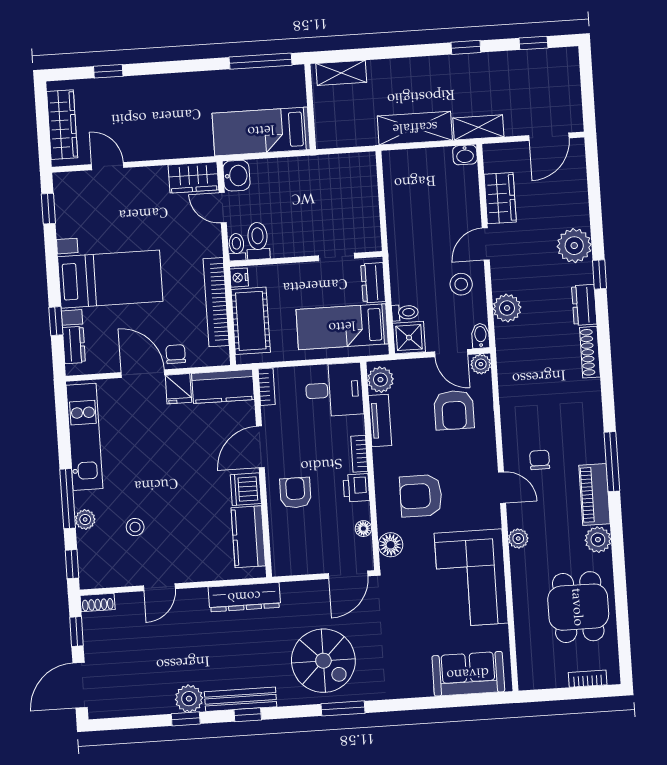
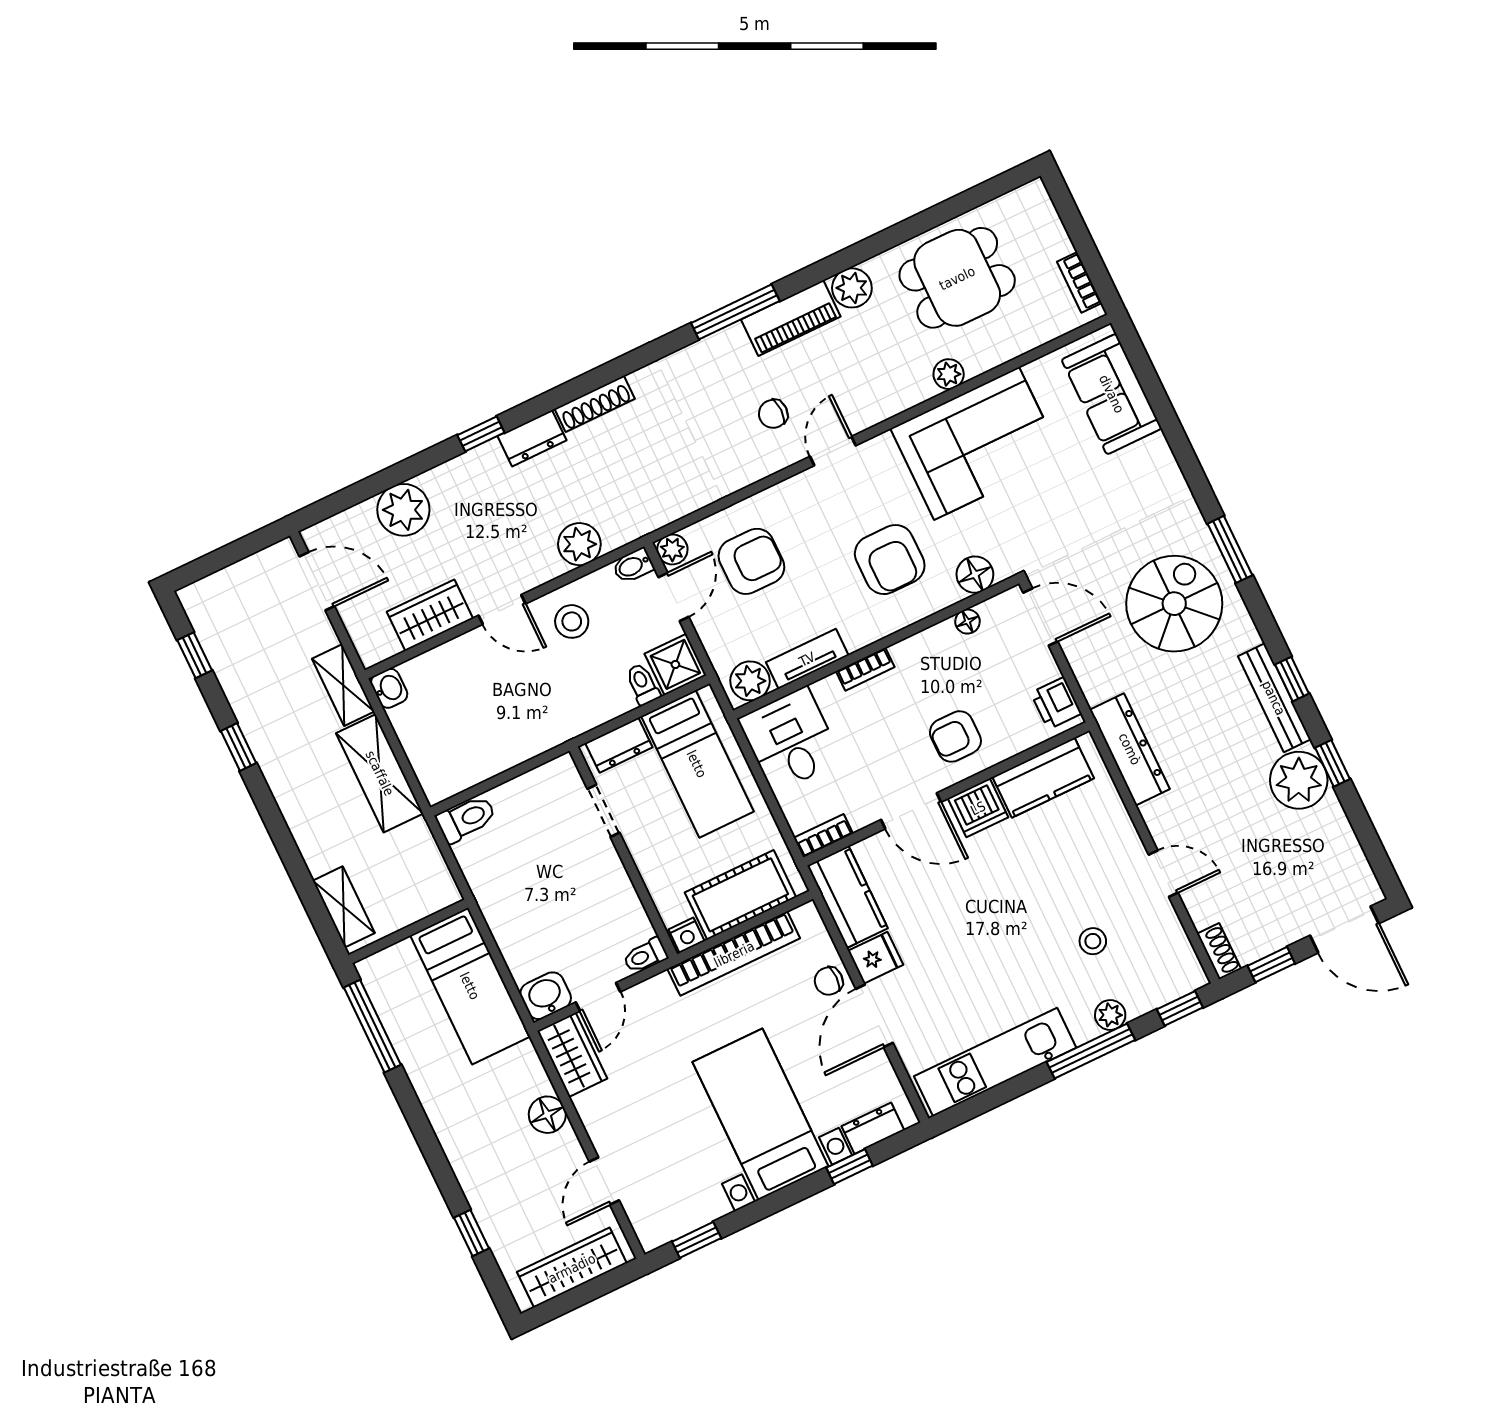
floor lamp: (163, 147) -> (547, 1115), added
toilet: (258, 241) -> (466, 819), moved, turned 180
plant: (574, 246) -> (403, 510), moved
printer: (356, 488) -> (1056, 703), moved, turned 90
plant: (518, 538) -> (949, 374), moved
bookcase: (588, 679) -> (1079, 282), moved
plant: (189, 699) -> (1299, 780), width x1.36, depth x1.36

